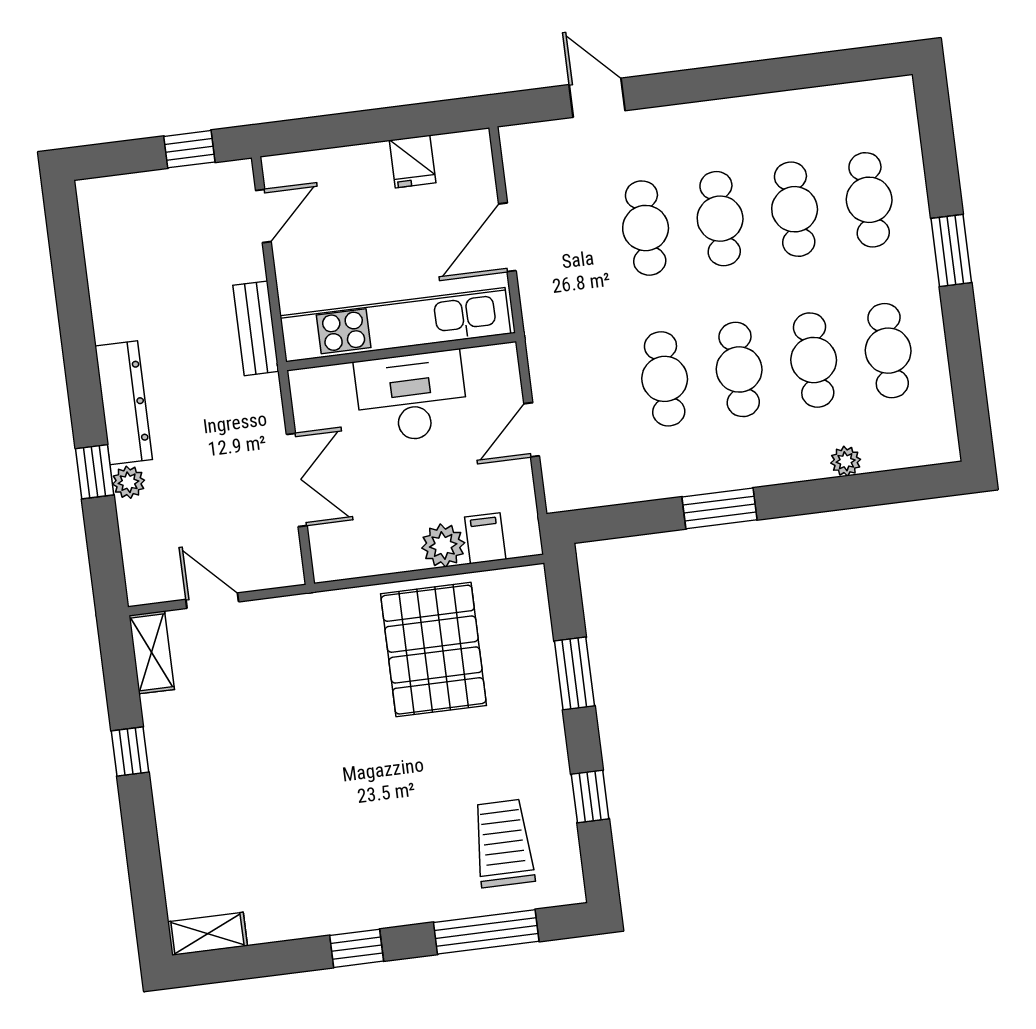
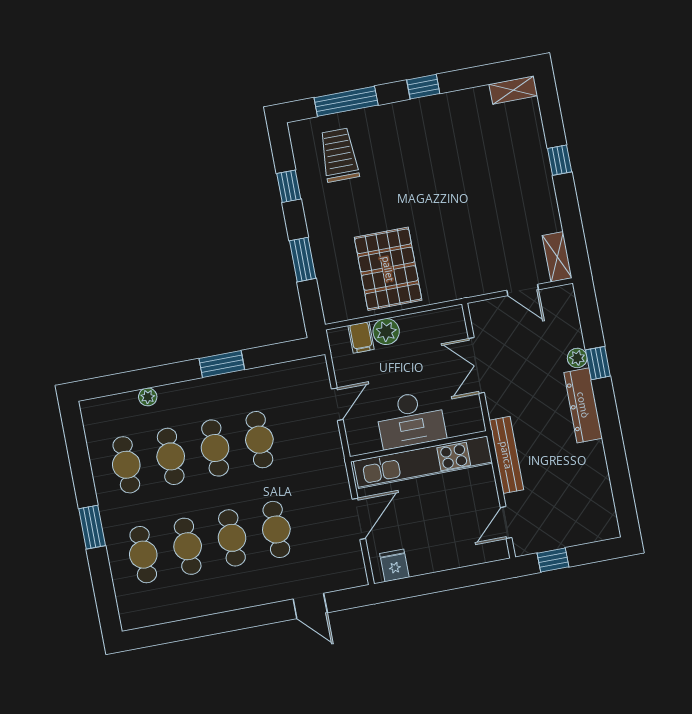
fridge: (413, 161) -> (394, 565), moved
bench: (256, 328) -> (506, 455), width x1.36
window: (130, 751) -> (560, 160), moved
trolley: (503, 843) -> (339, 155), turned 180

